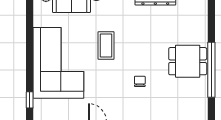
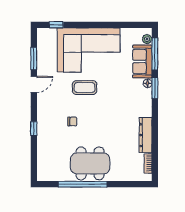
coffee table: (106, 46) -> (85, 88), moved
dining table: (188, 61) -> (90, 163), width x1.38

